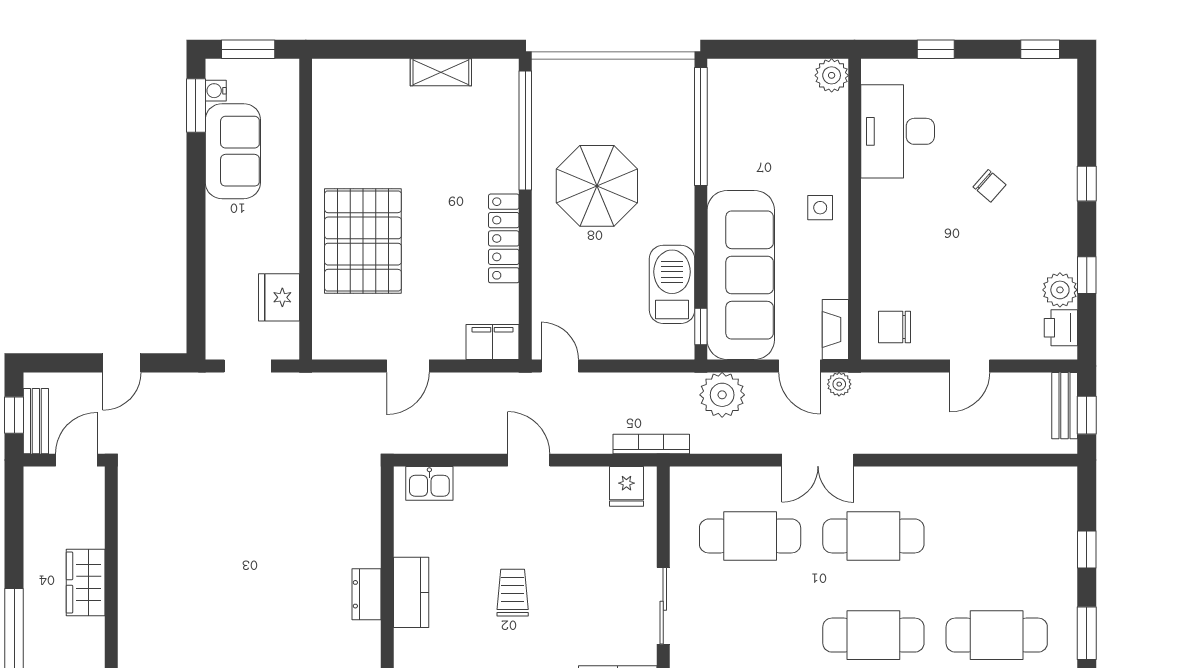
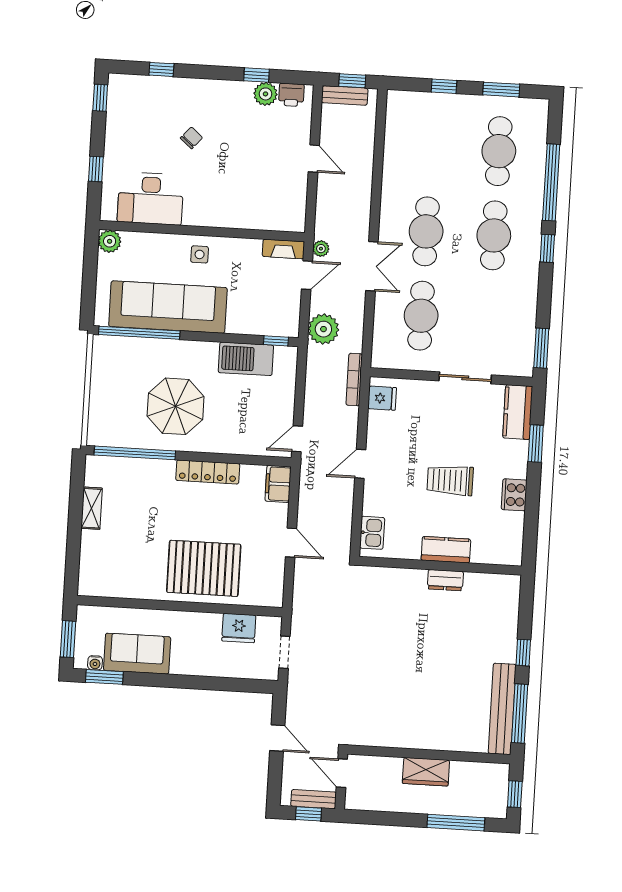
window: (1087, 184) -> (161, 69), moved
sofa: (741, 275) -> (168, 307), moved
chair: (895, 327) -> (284, 208), removed
trolley: (513, 593) -> (450, 480), width x1.36, depth x1.39

